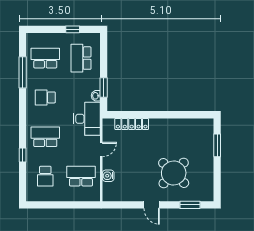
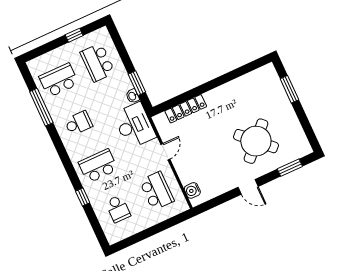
school desk: (45, 97) -> (78, 123), turned 180
school desk: (81, 176) -> (157, 191), turned 90
water cooler: (108, 176) -> (192, 190), moved

